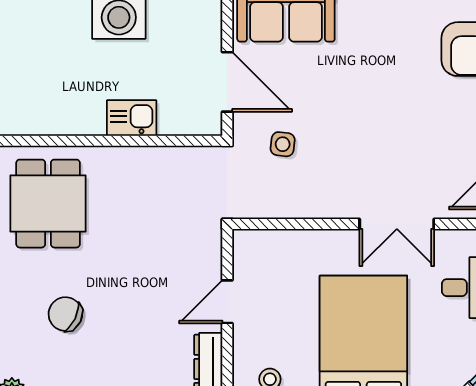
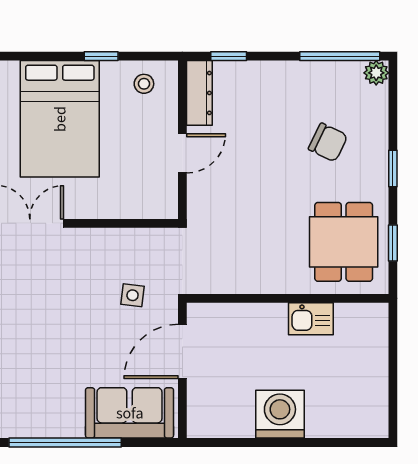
door: (227, 82) -> (182, 351), hinge flipped
kitchen sink: (132, 118) -> (311, 319), moved

